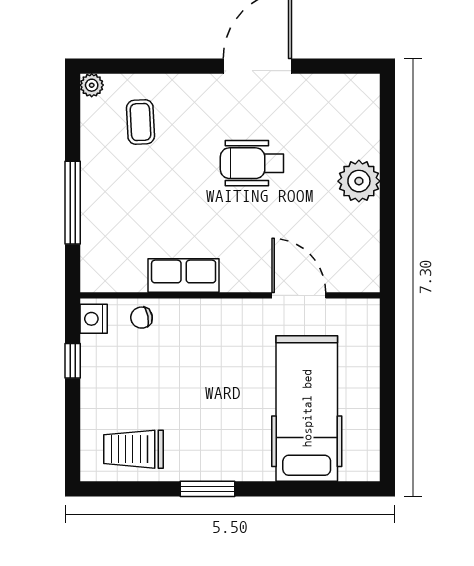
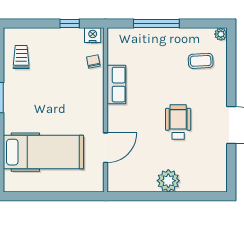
trolley: (133, 449) -> (21, 57), width x0.73, depth x0.72

